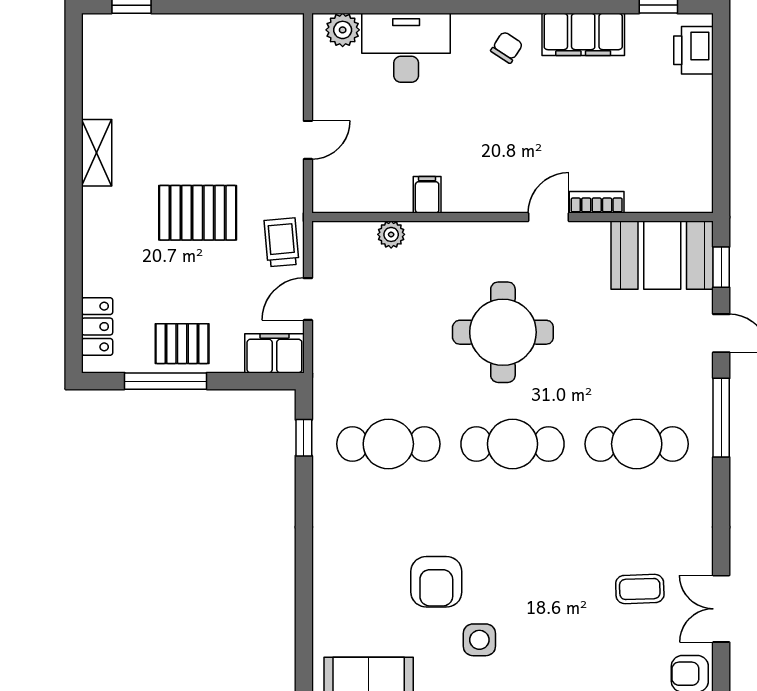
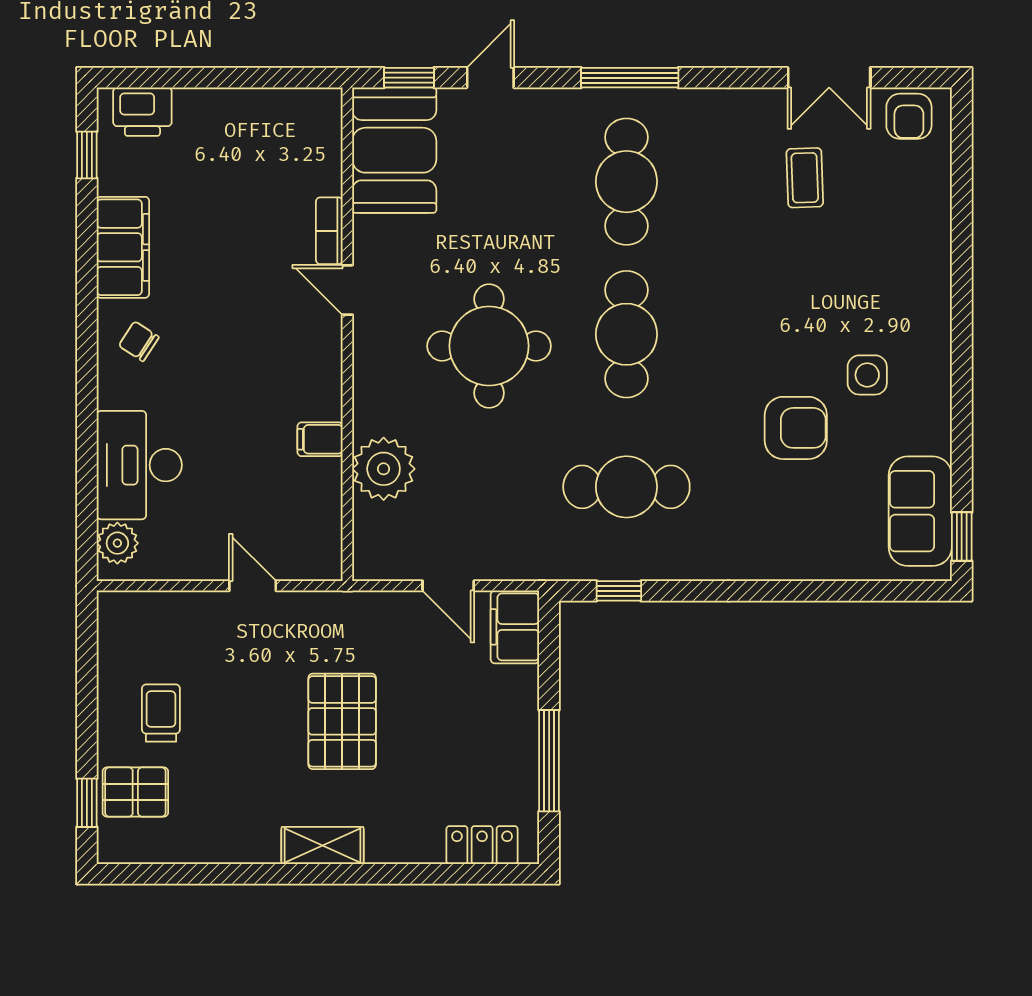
shelving: (97, 153) -> (323, 846), moved
plant: (391, 234) -> (384, 469), width x1.88, depth x1.88
trolley: (282, 242) -> (161, 713), moved, turned 95
pallet: (182, 344) -> (135, 792), moved, turned 90
window: (721, 418) -> (630, 78), moved
cafe table: (388, 444) -> (626, 487), turned 90

